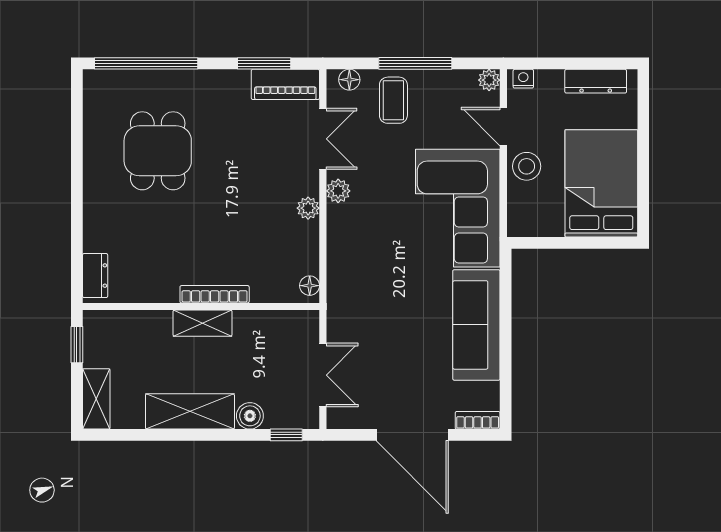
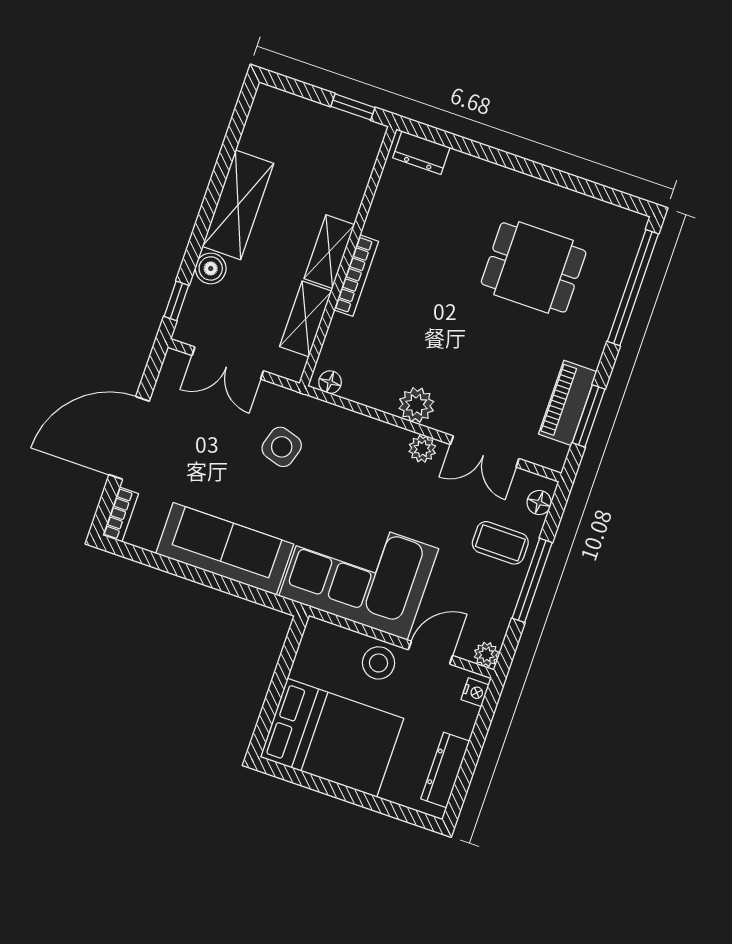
piano: (285, 84) -> (568, 403), moved
plant: (308, 208) -> (416, 405), width x1.38, depth x1.38
side table: (376, 307) -> (282, 447), added
shelving: (96, 399) -> (306, 319), moved, turned 90

